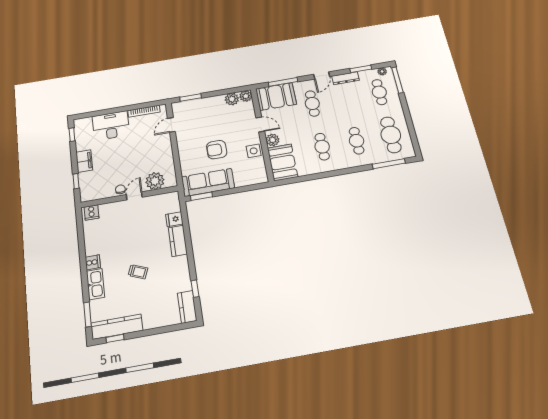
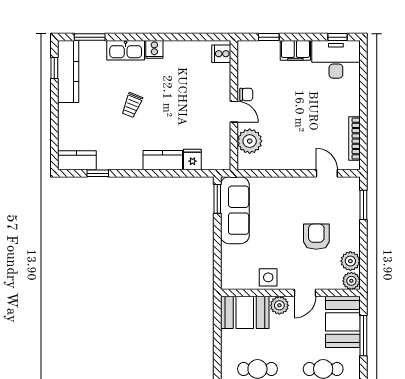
desk: (111, 126) -> (336, 59), moved, turned -90
armchair: (217, 150) -> (316, 237), moved

